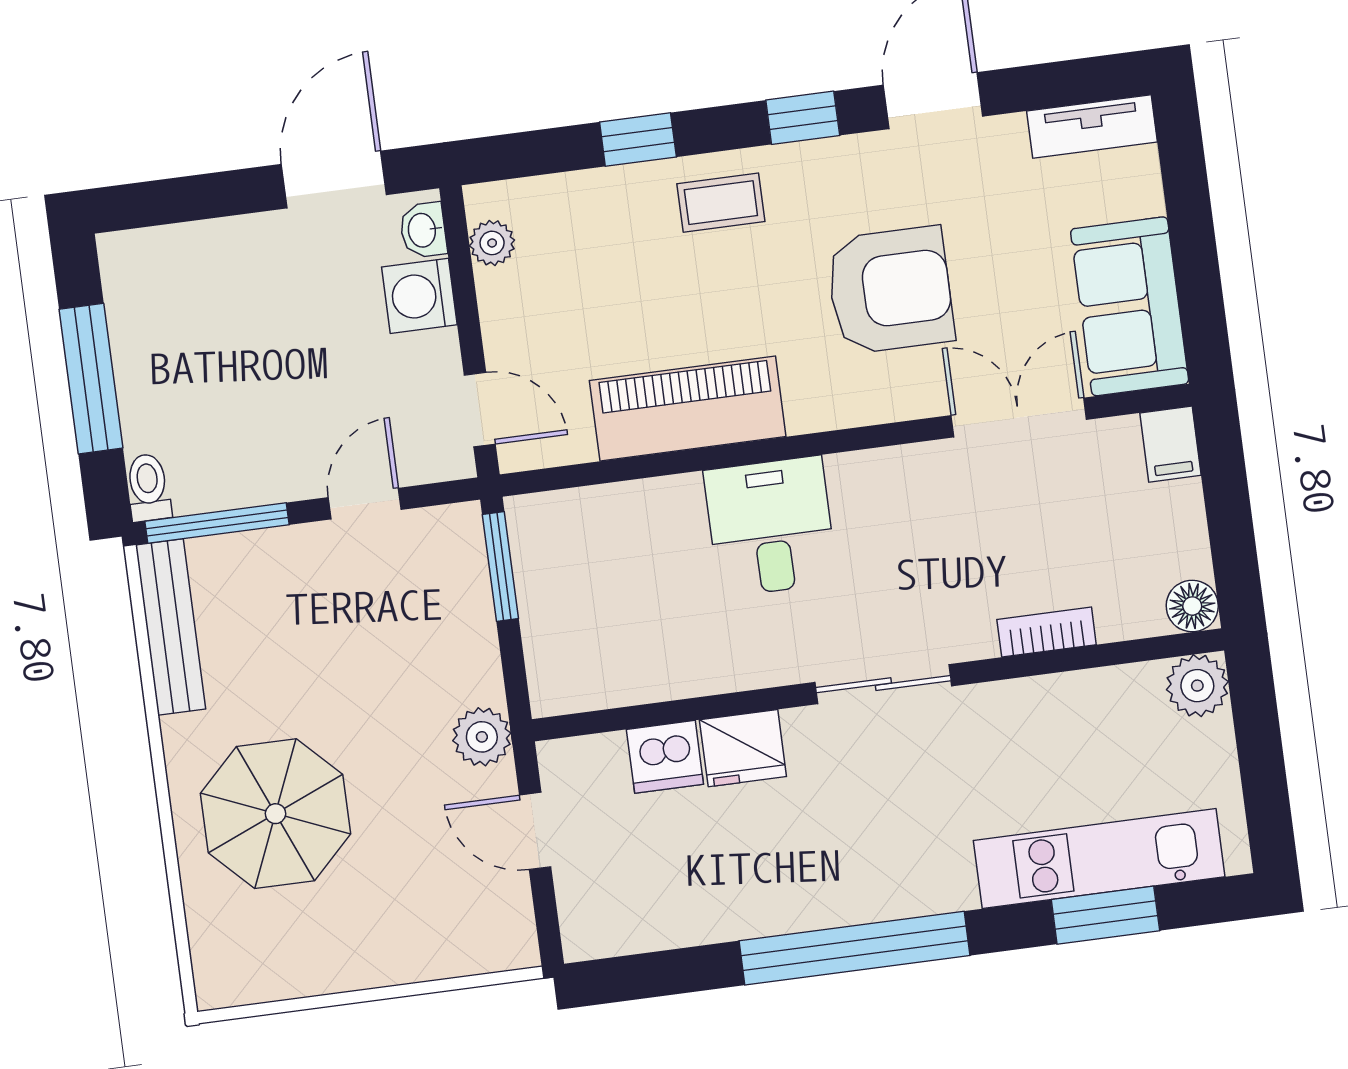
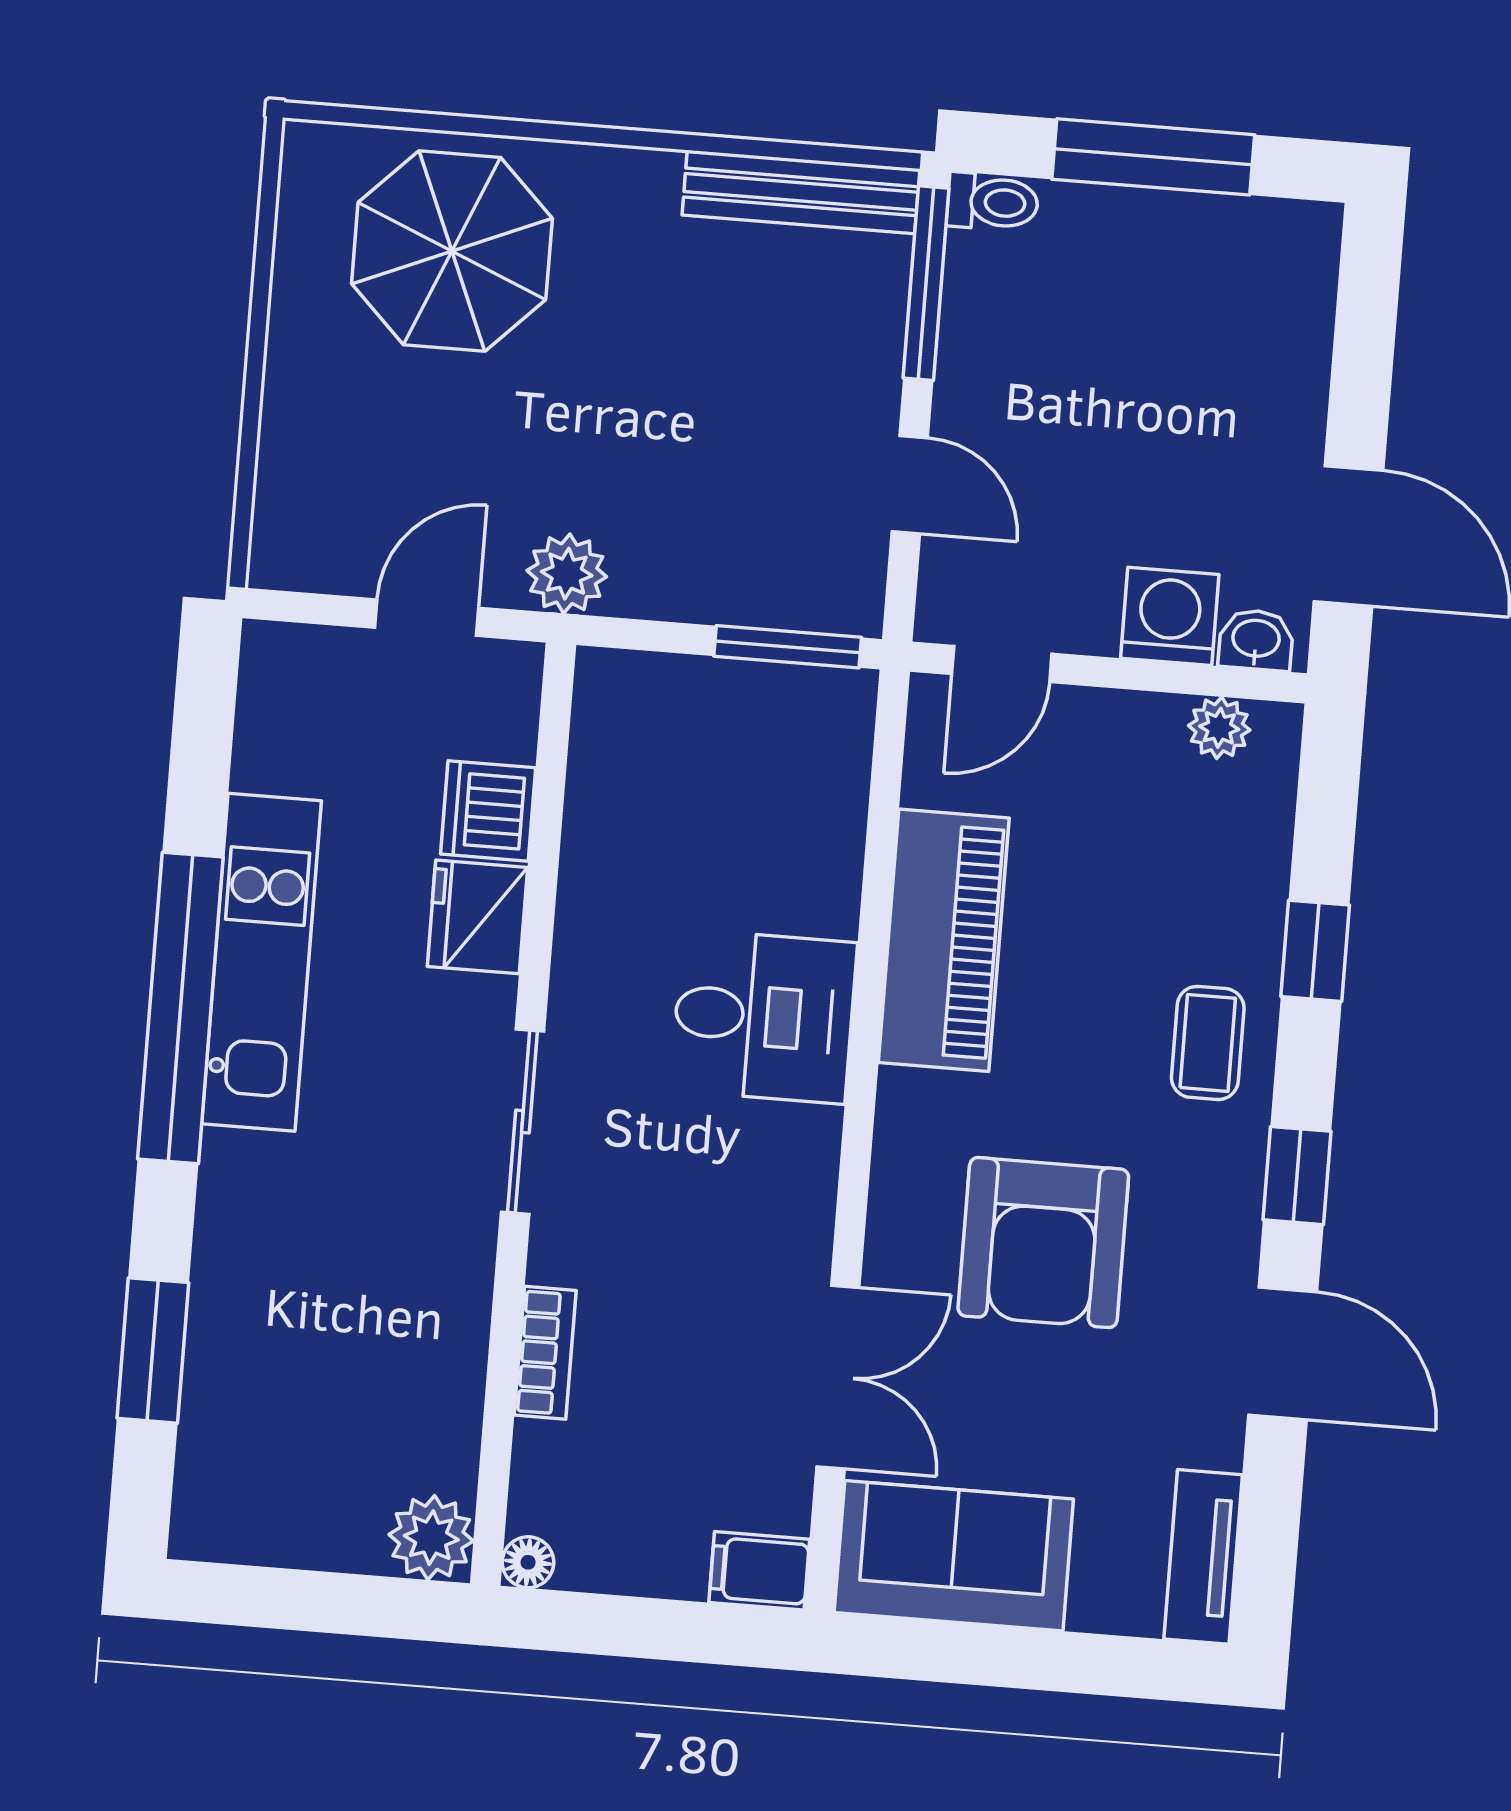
floor lamp: (1192, 606) -> (528, 1562), width x0.73, depth x0.73
parasol: (275, 814) -> (452, 251), moved
kitchen unit: (1099, 859) -> (261, 962), moved

